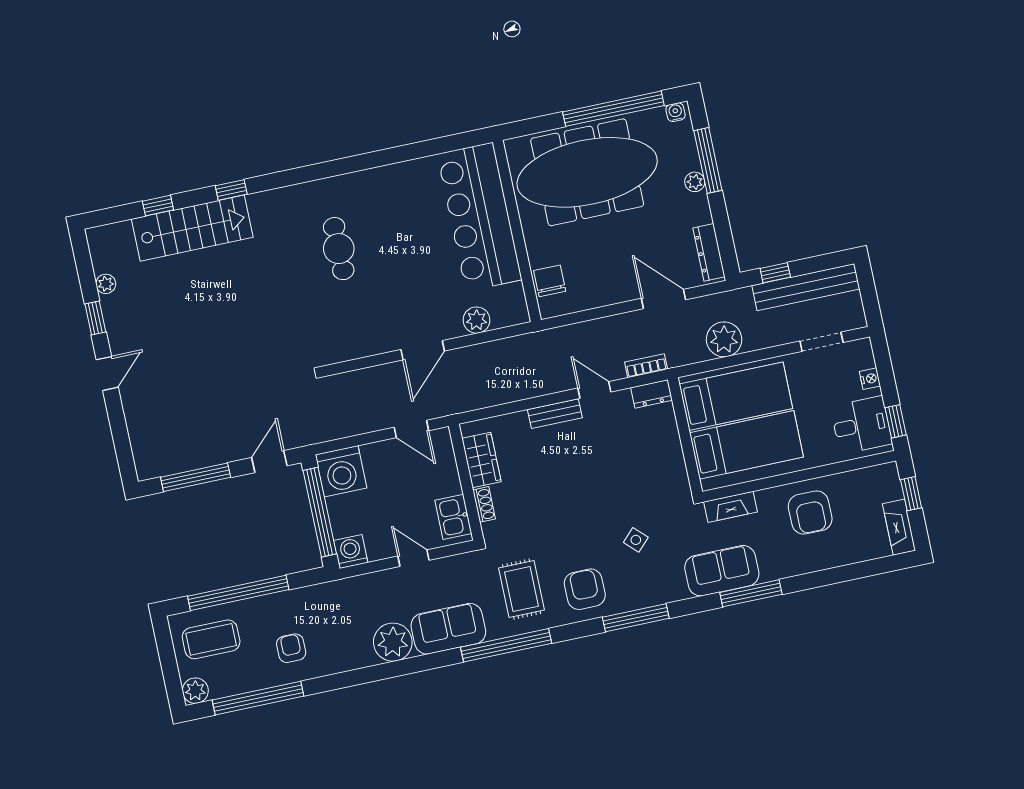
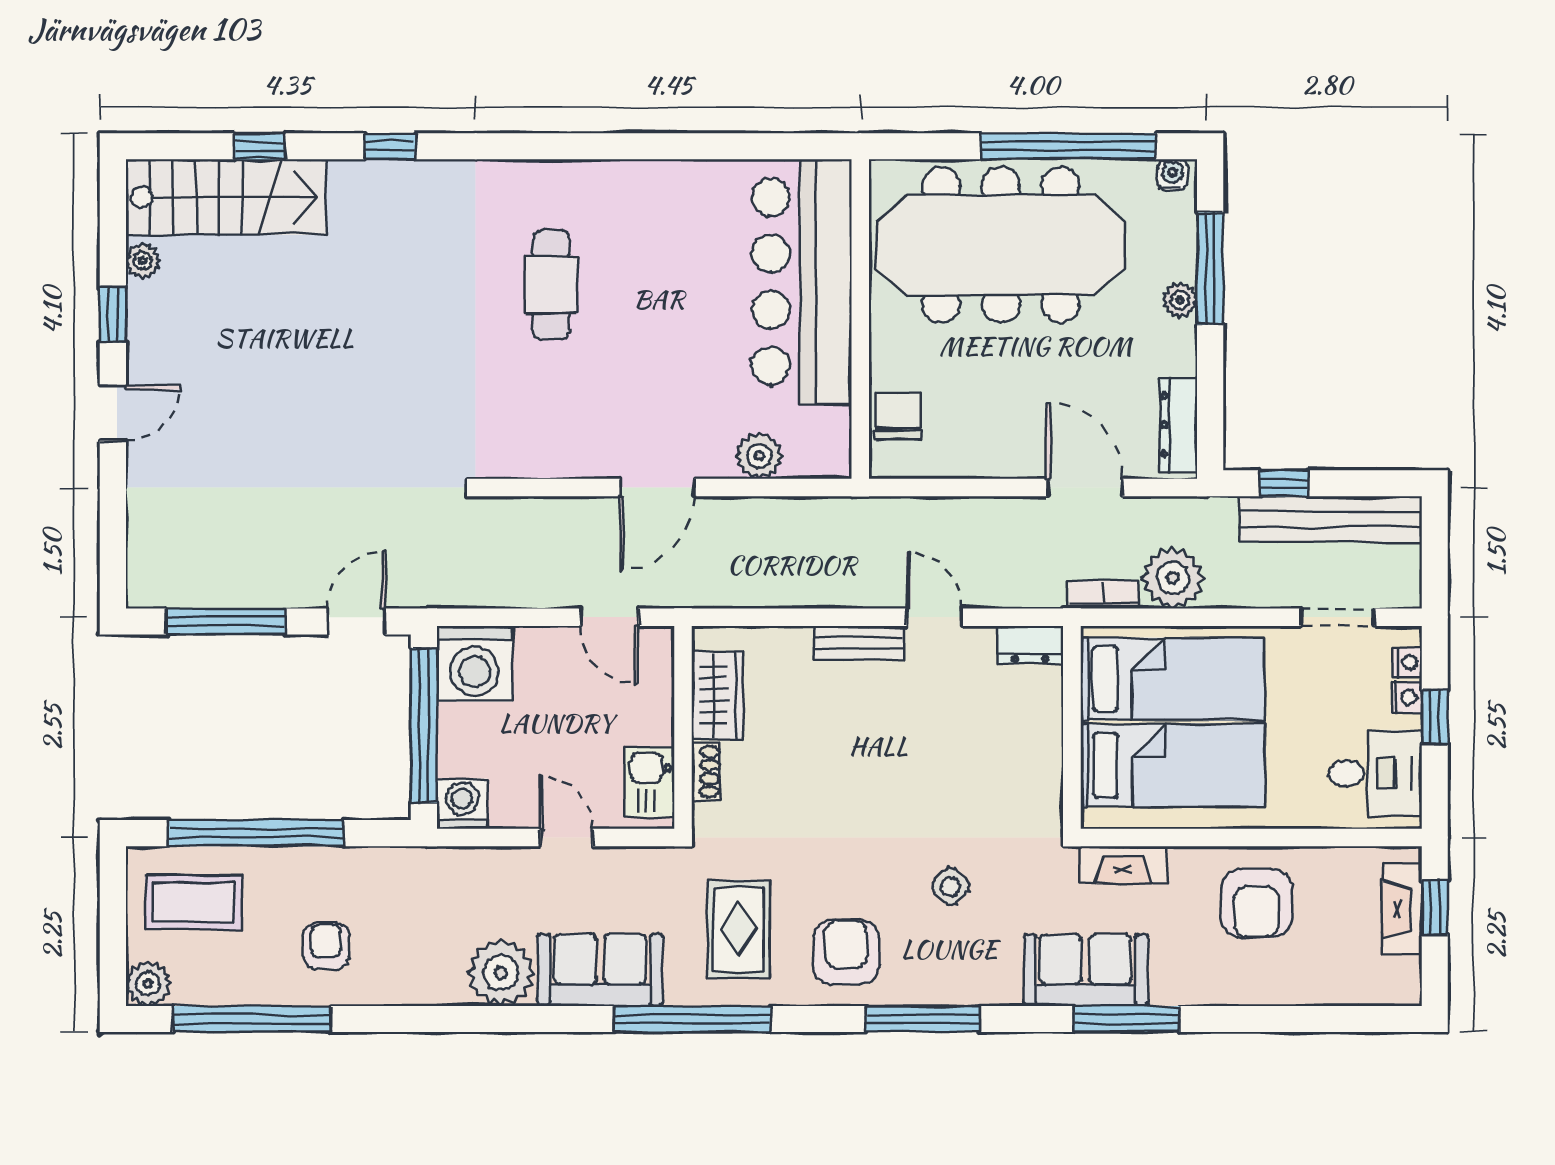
stairs: (192, 228) -> (226, 197), moved
nightstand: (866, 359) -> (1408, 663), added
bookcase: (646, 366) -> (1104, 594), moved
window: (896, 421) -> (1435, 717), moved
fireplace: (899, 527) -> (1402, 909), moved

